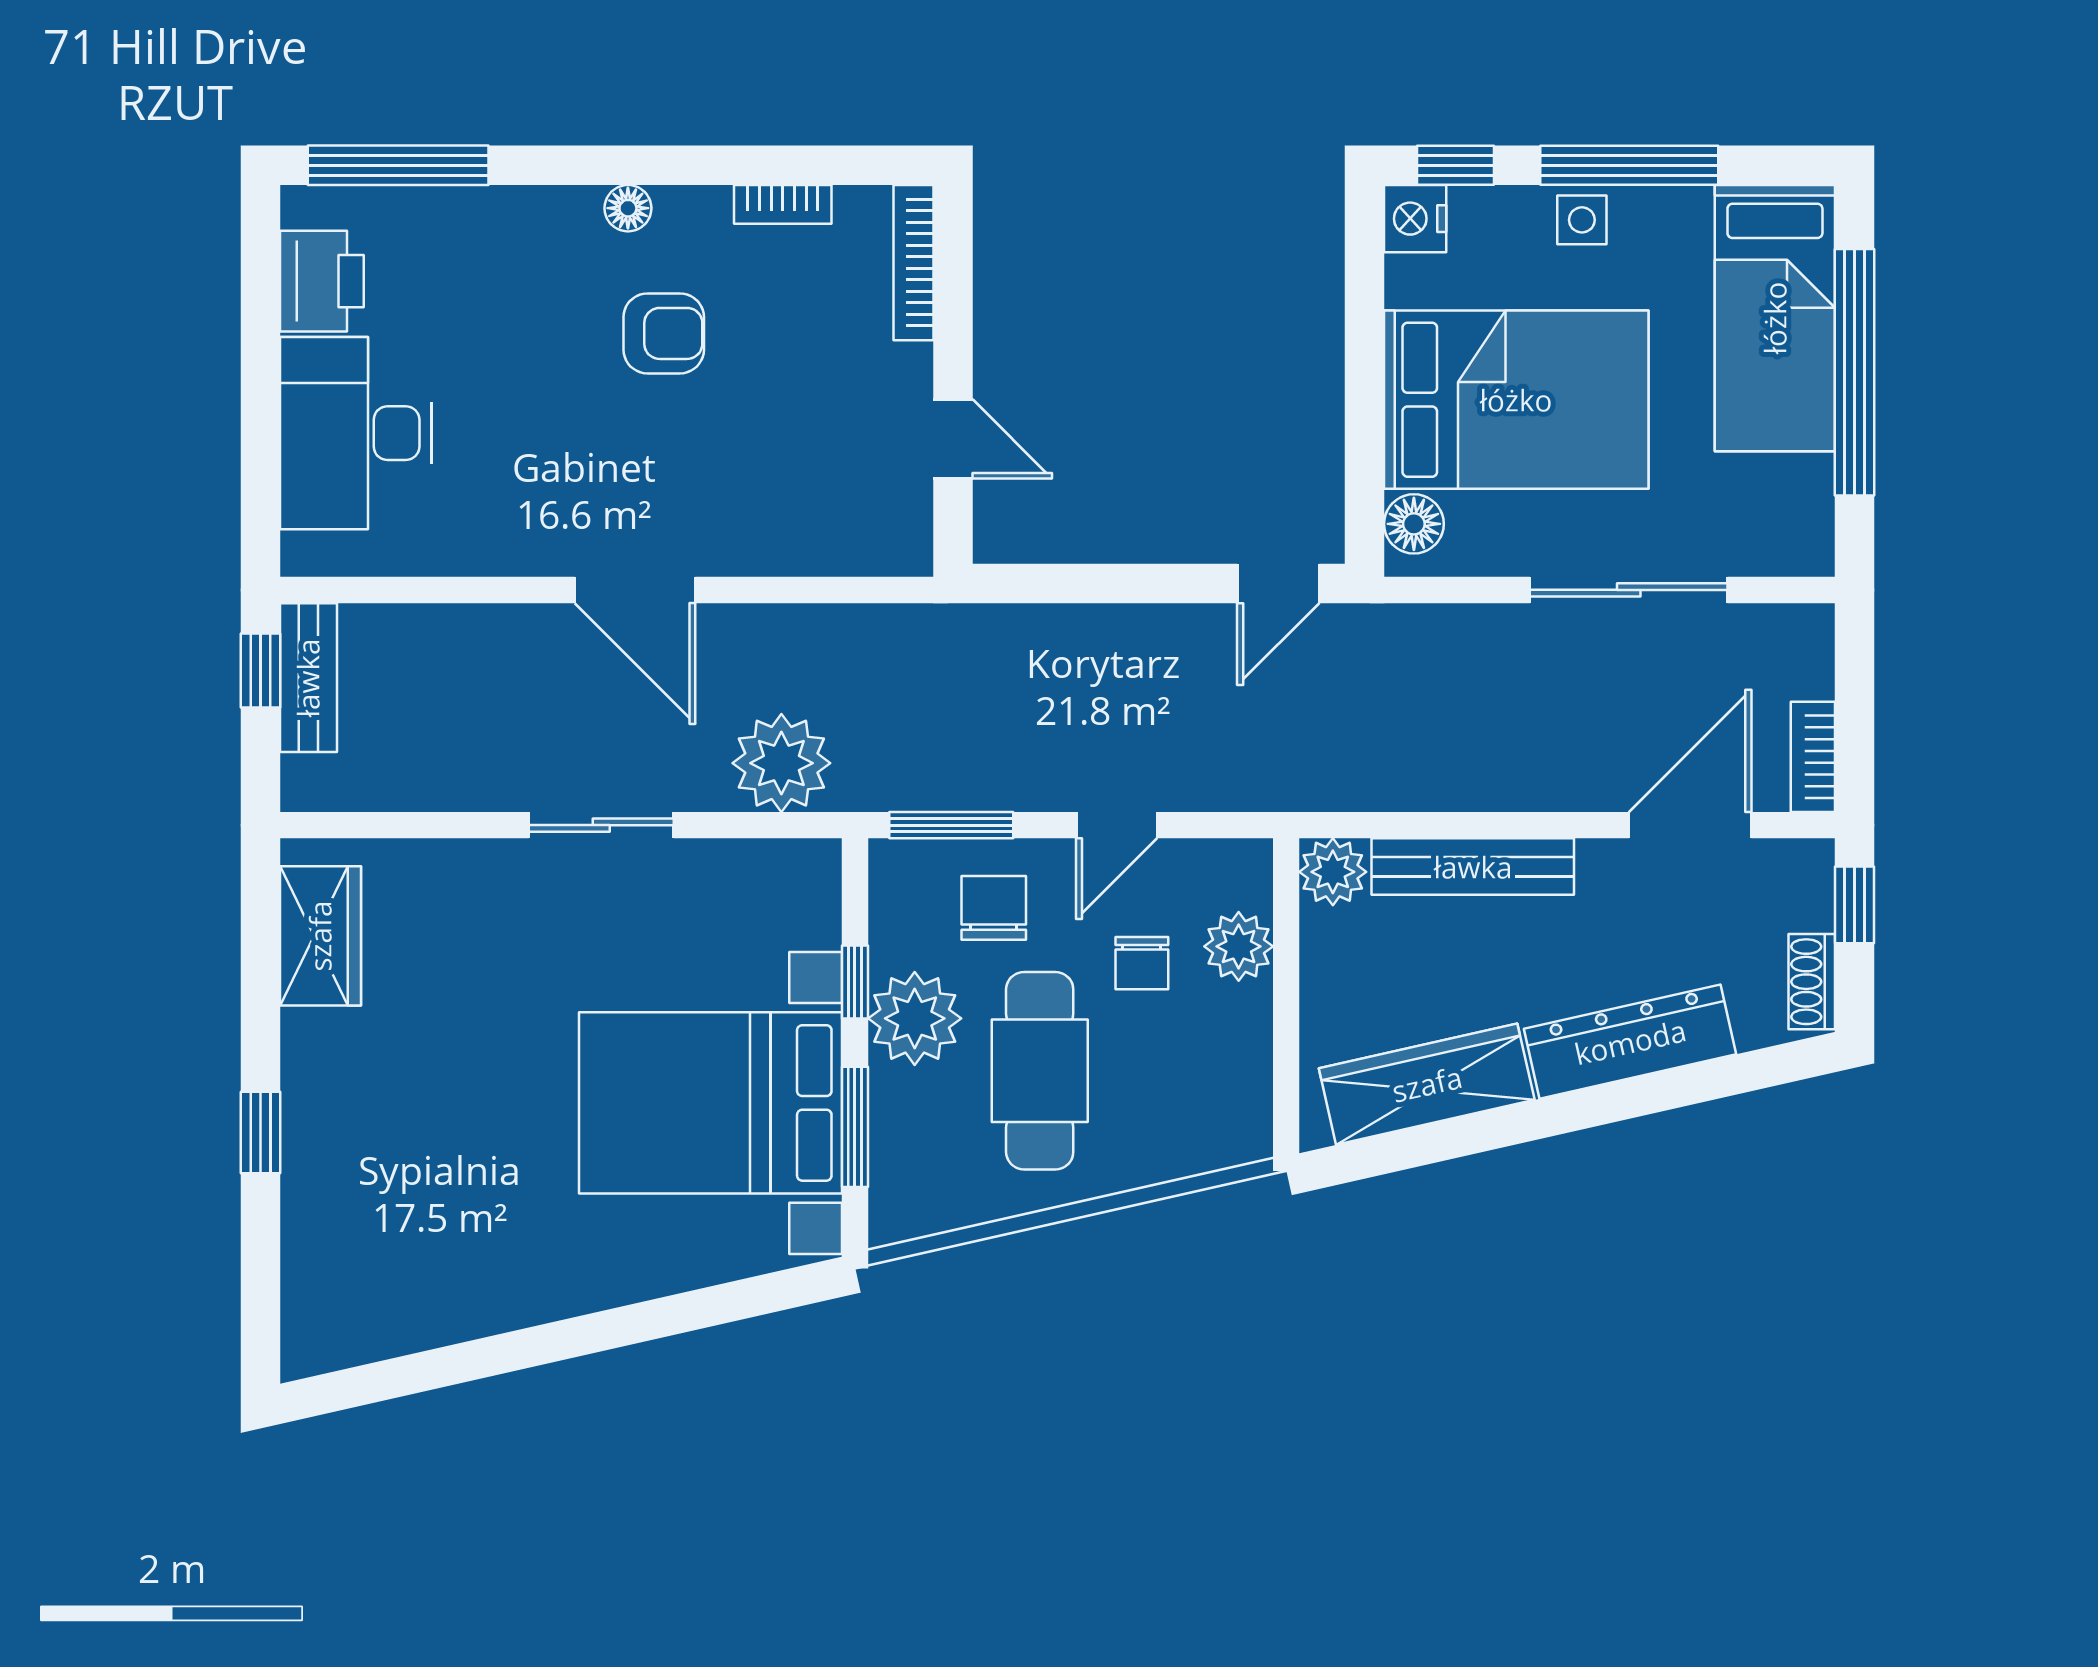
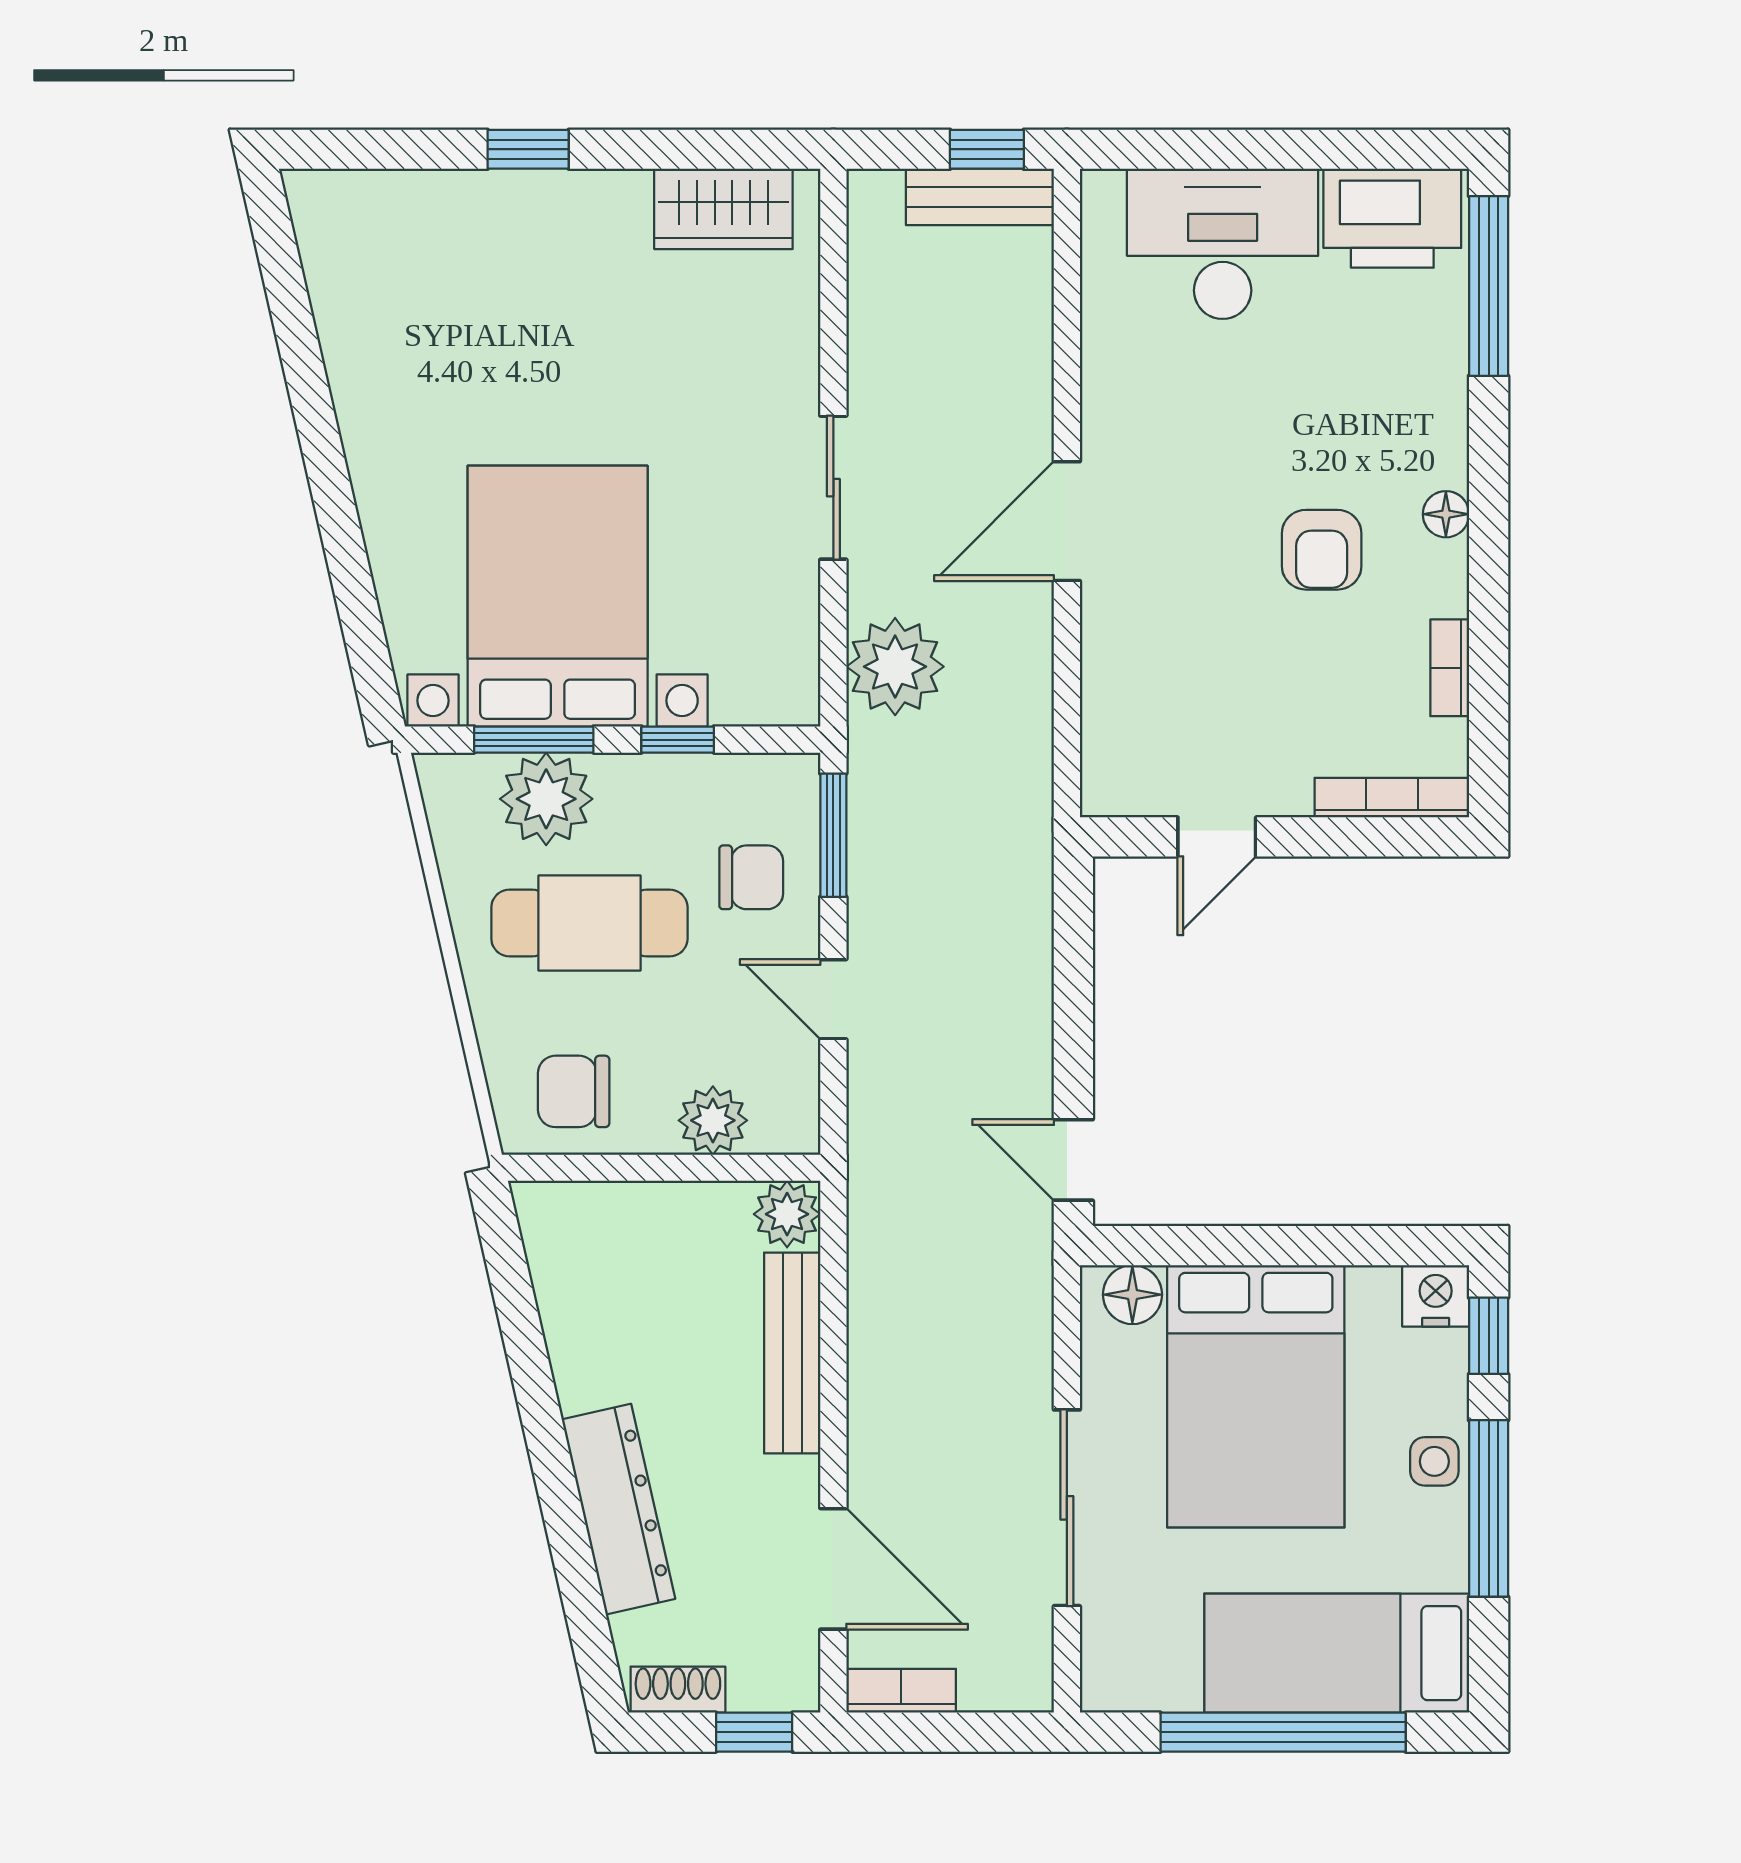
printer: (322, 281) -> (1392, 218), width x1.37, depth x1.19
chair: (1142, 963) -> (574, 1091), moved, width x1.37, depth x1.37
plant: (915, 1018) -> (546, 799), moved
wardrobe: (1427, 1084) -> (576, 1307), removed

